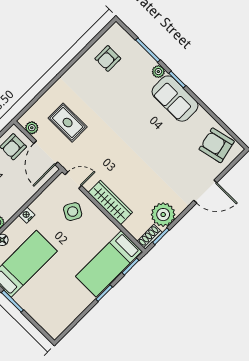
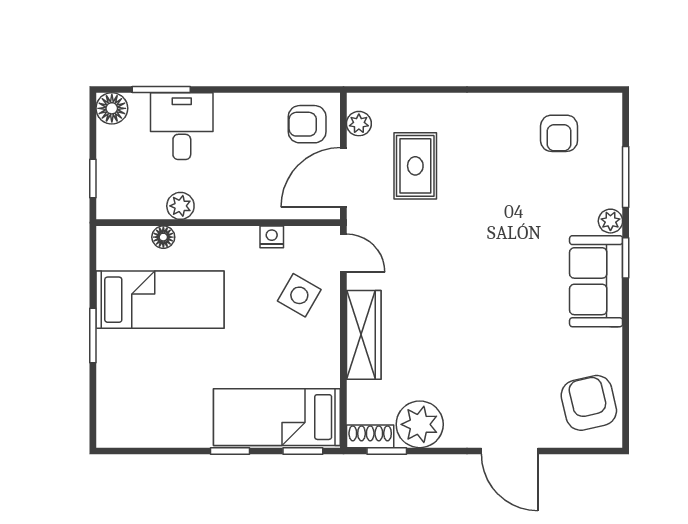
armchair: (108, 58) -> (559, 133), turned -90
nightstand: (27, 215) -> (272, 237), moved

